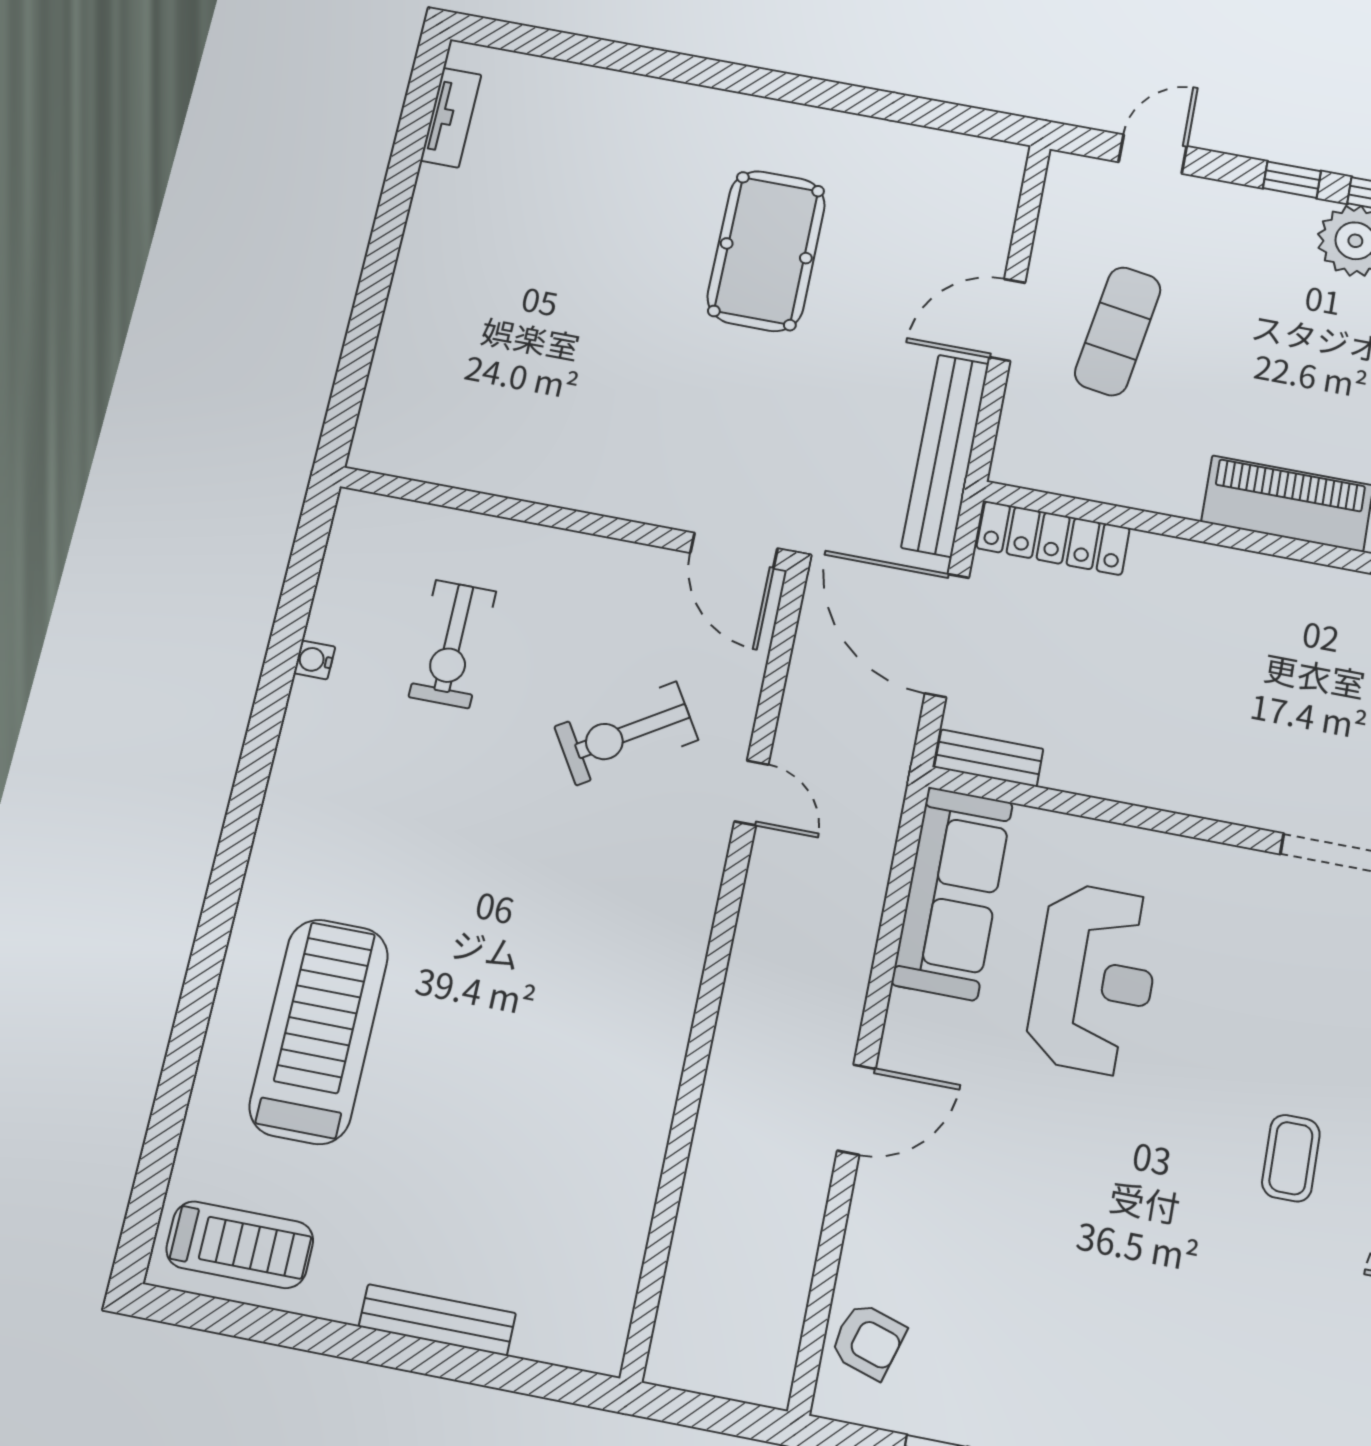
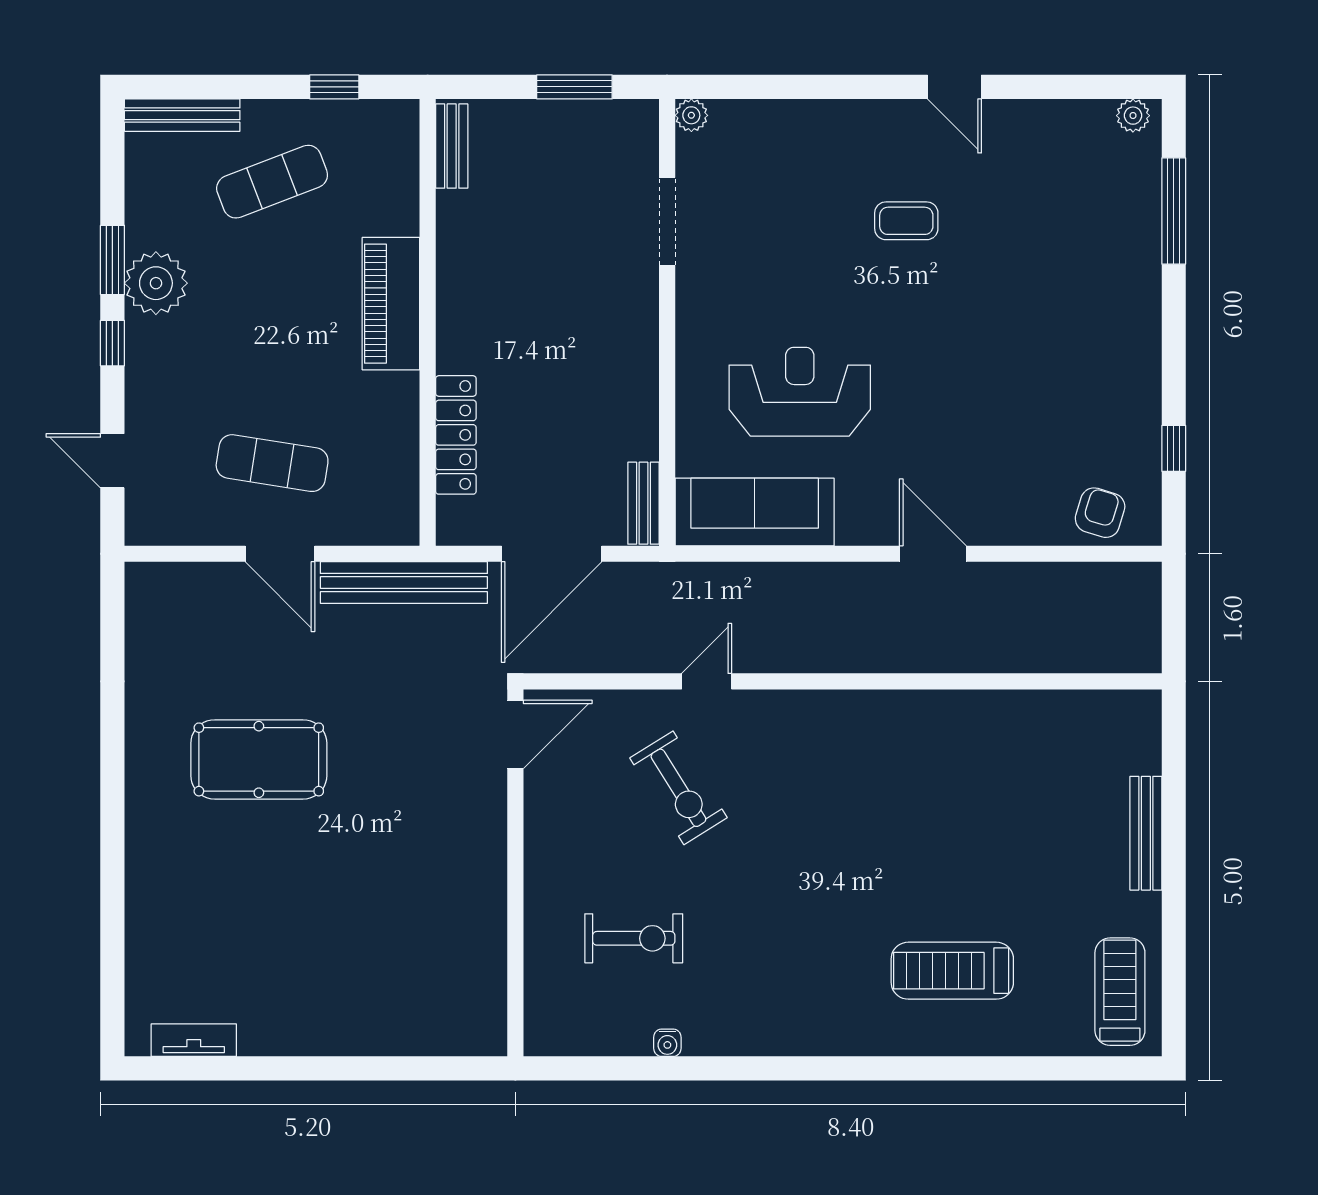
locker: (1053, 538) -> (456, 435), moved
treadmill: (319, 1031) -> (952, 971), width x0.73, depth x0.73

